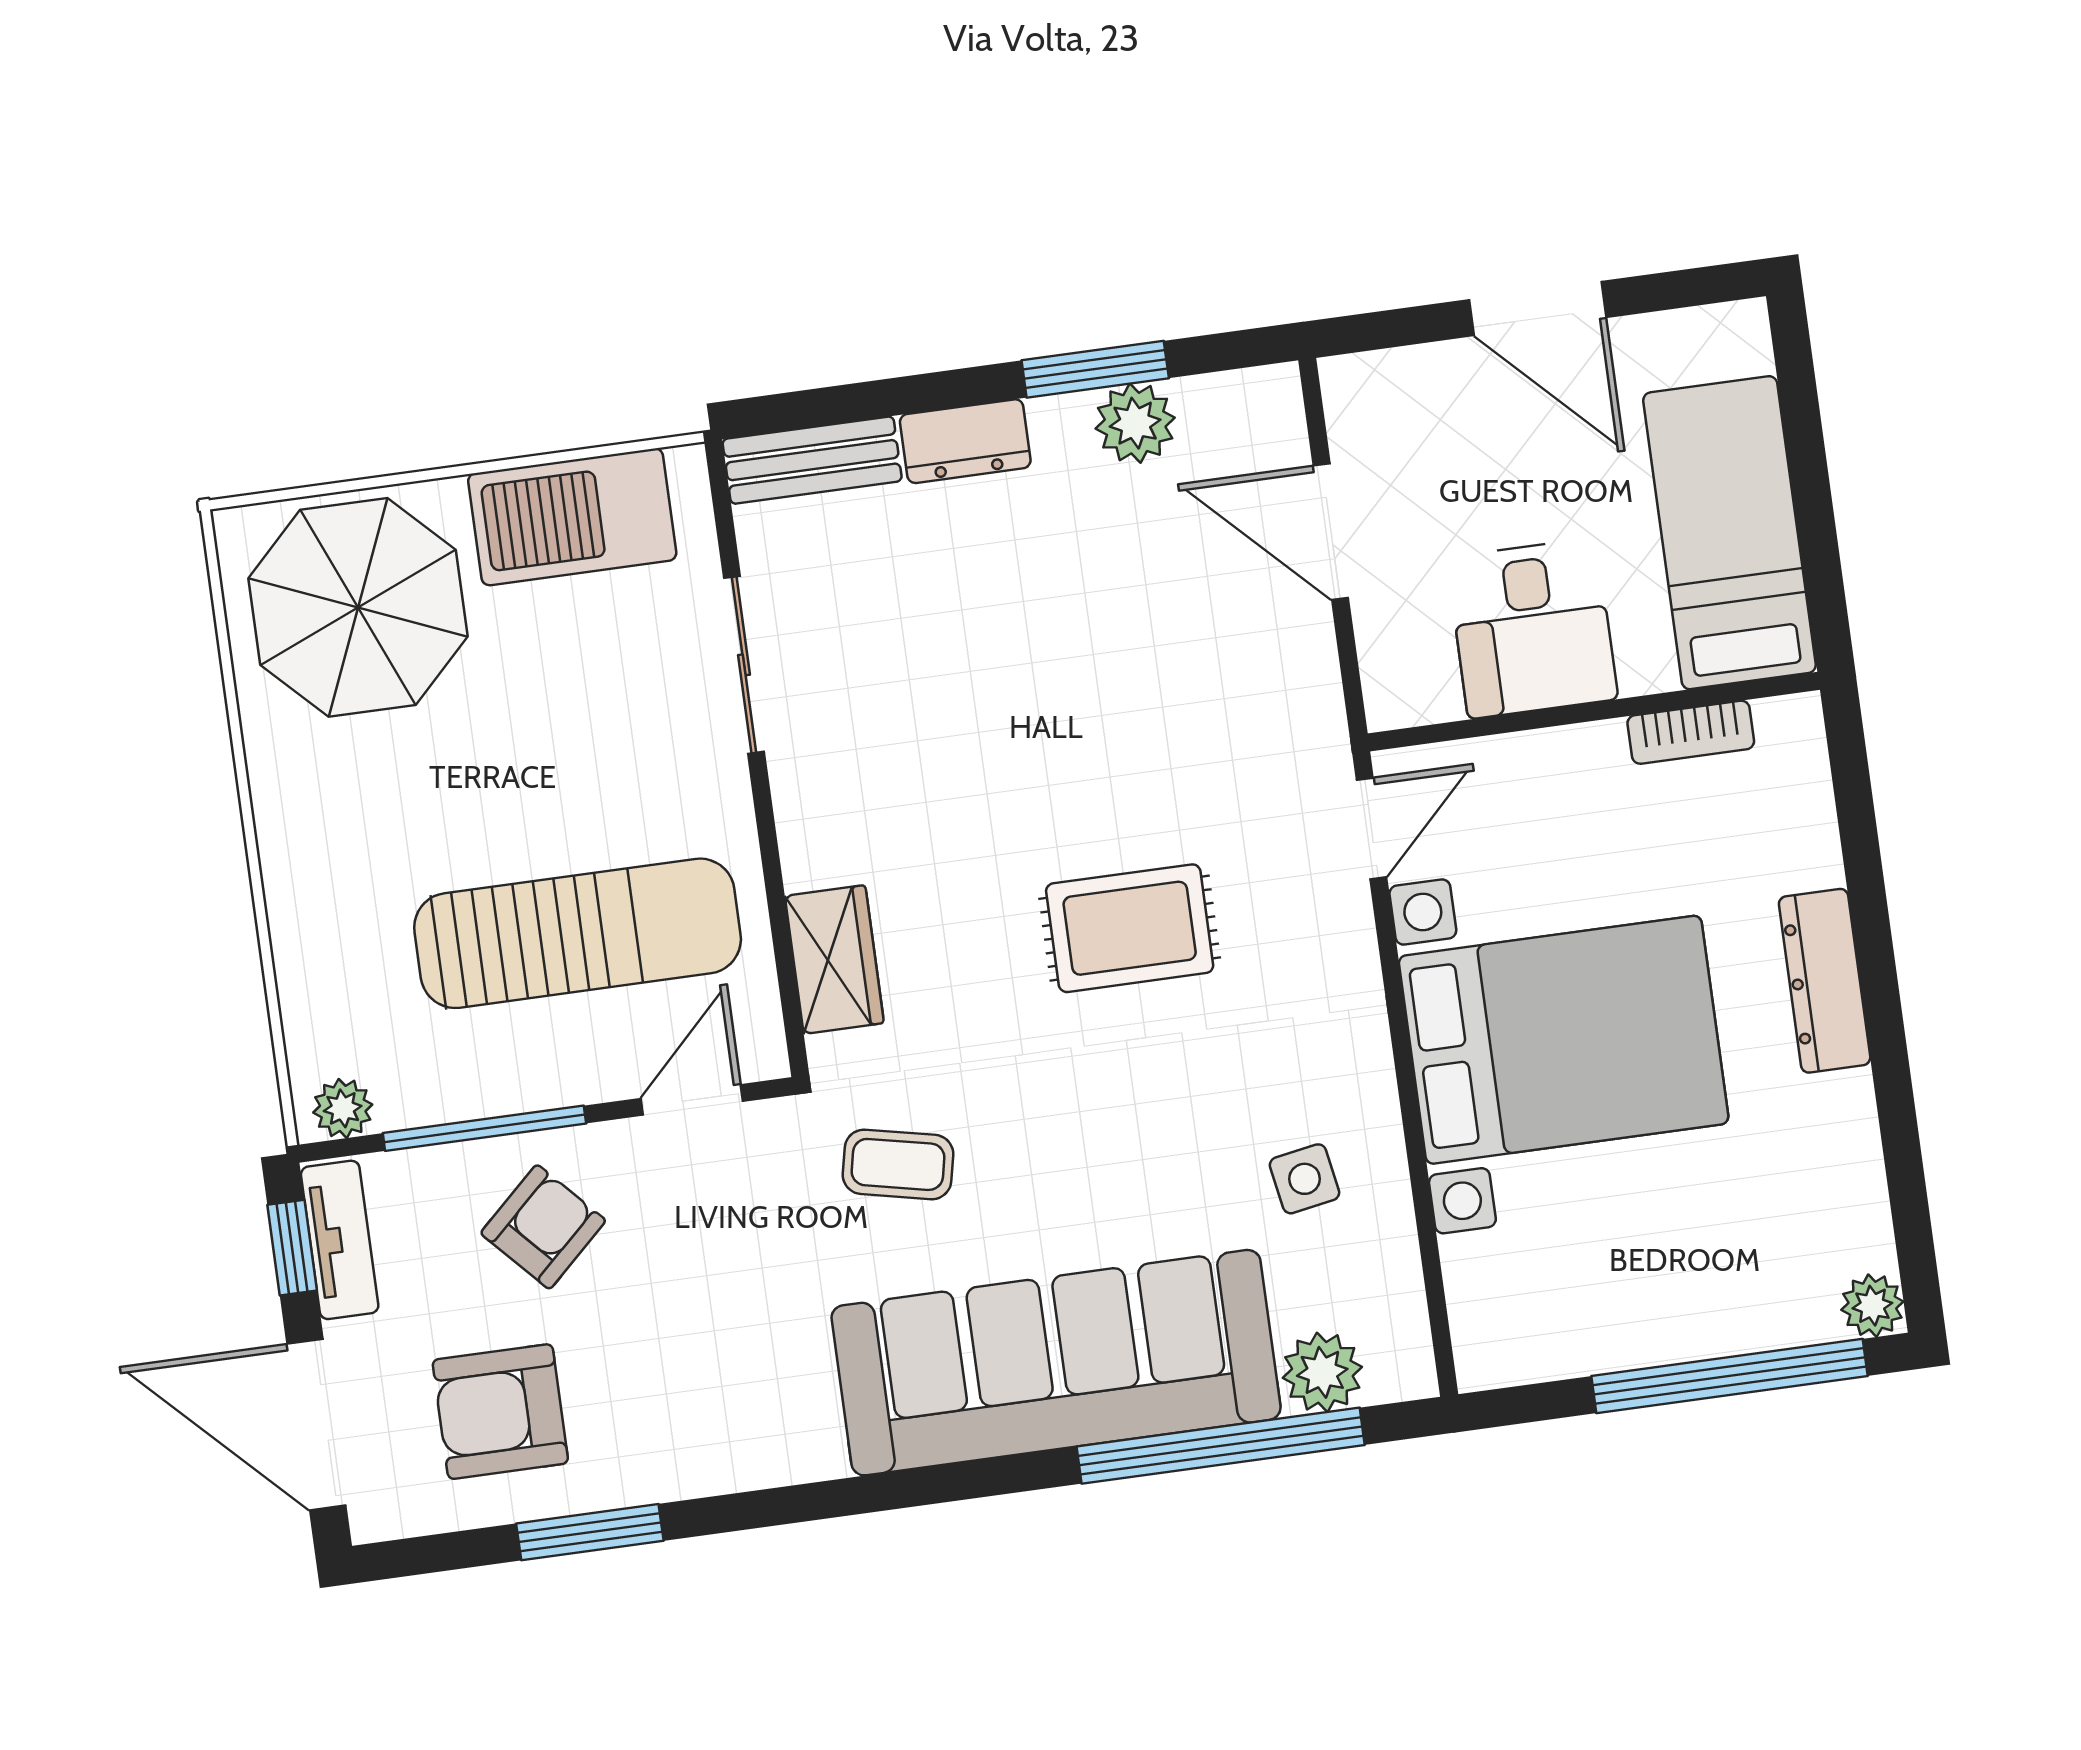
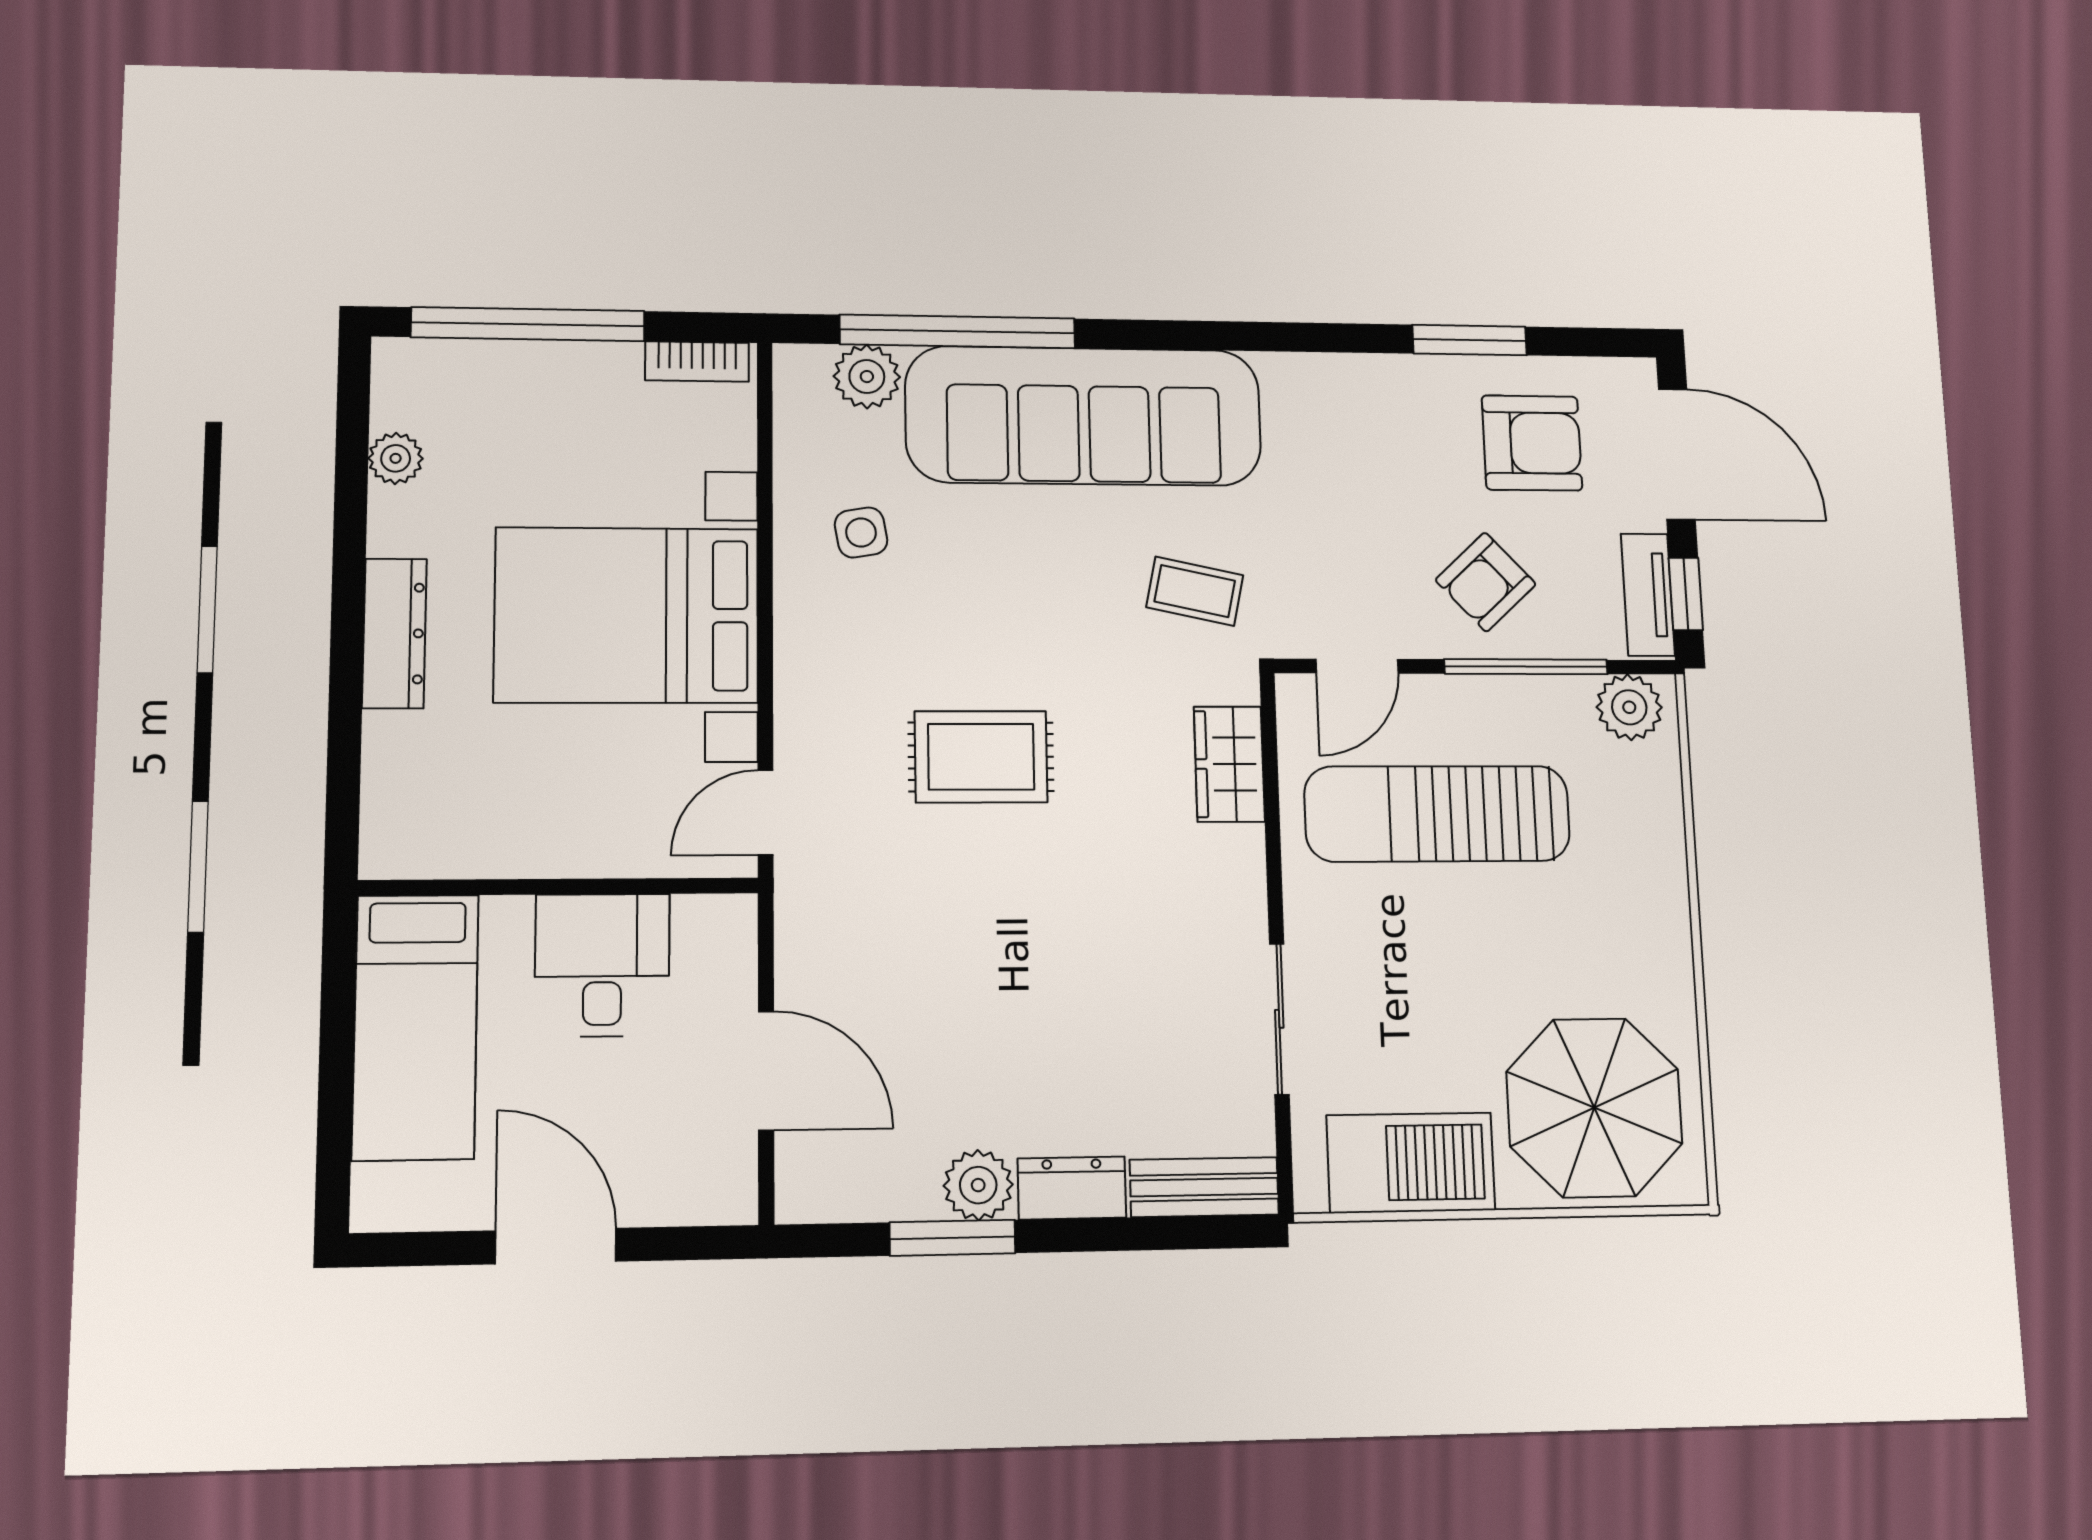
plant: (1135, 423) -> (978, 1185), moved
bookcase: (1691, 732) -> (697, 362), moved, turned 180
plant: (343, 1108) -> (1629, 707), width x1.38, depth x1.38
plant: (1872, 1306) -> (396, 458), moved

